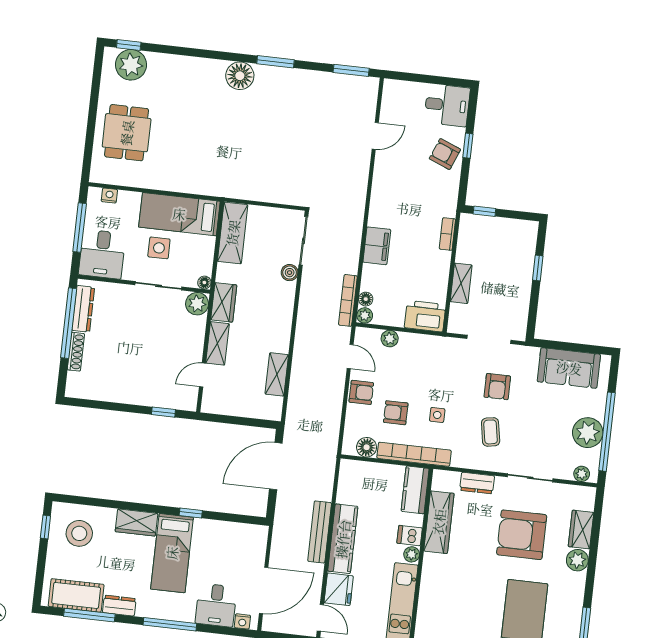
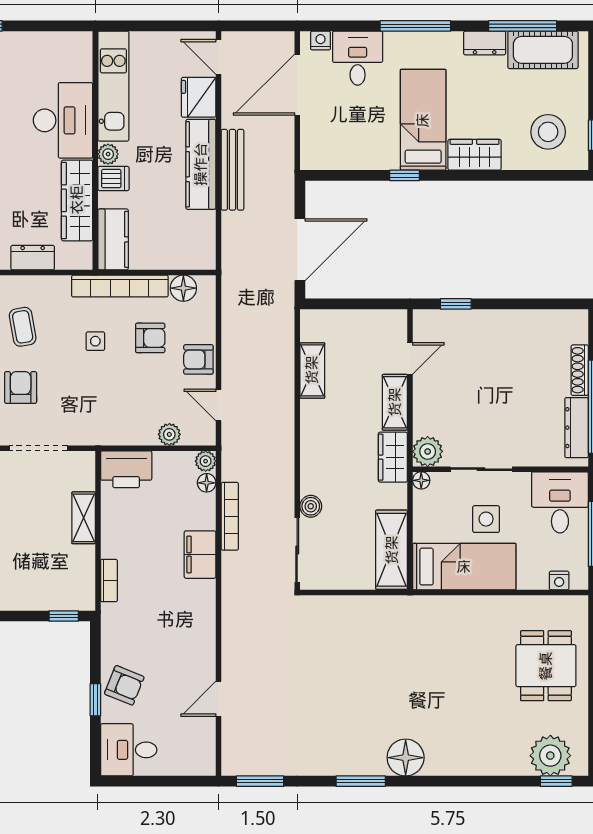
bookcase: (348, 300) -> (230, 516), moved
desk: (443, 584) -> (63, 120), added

